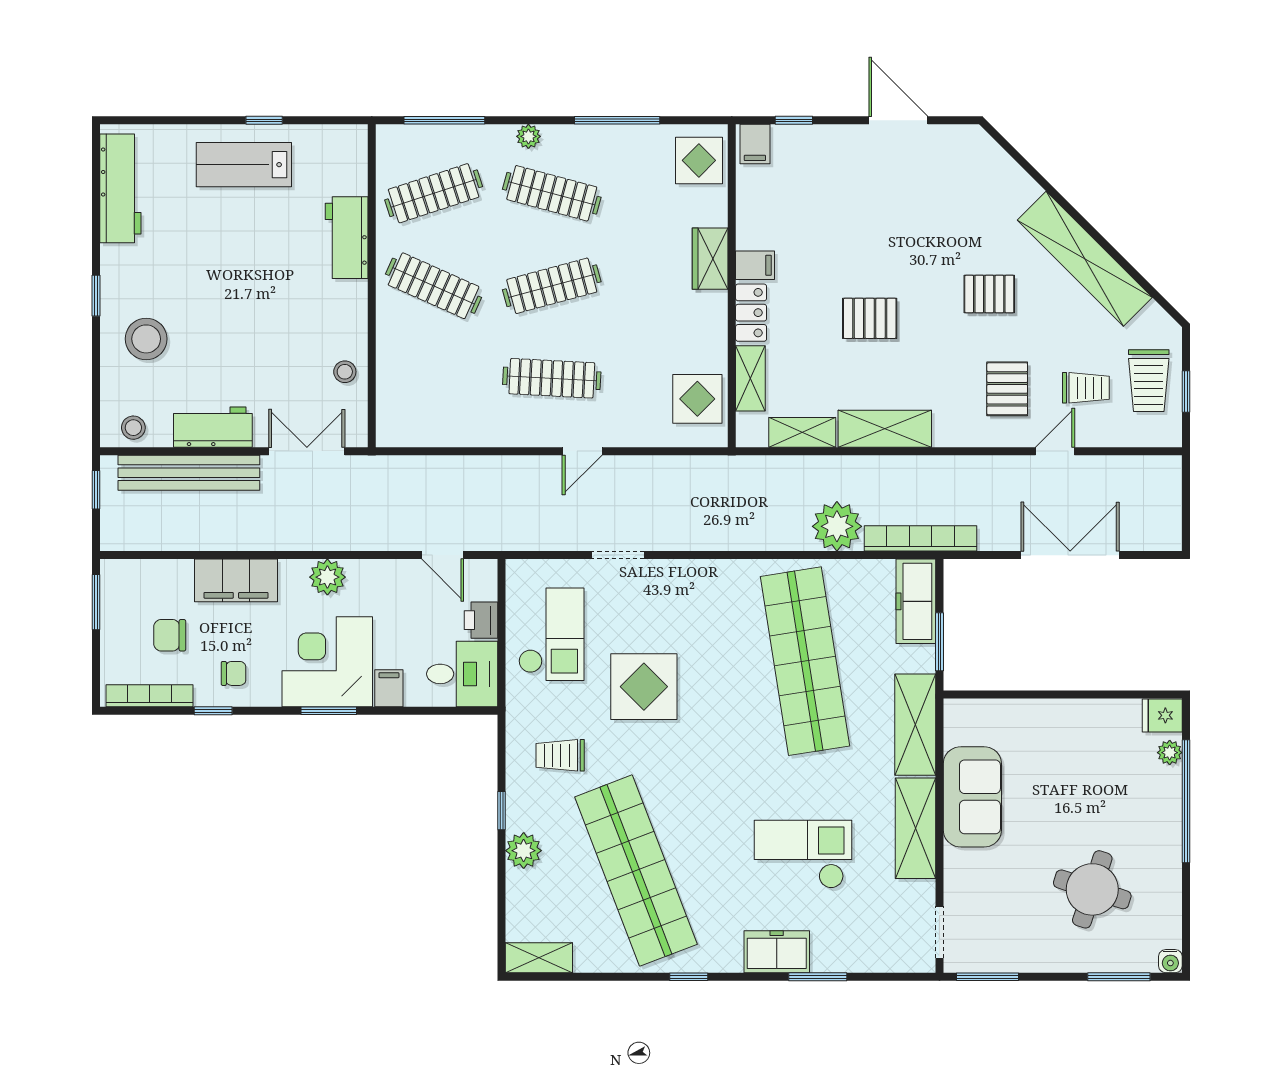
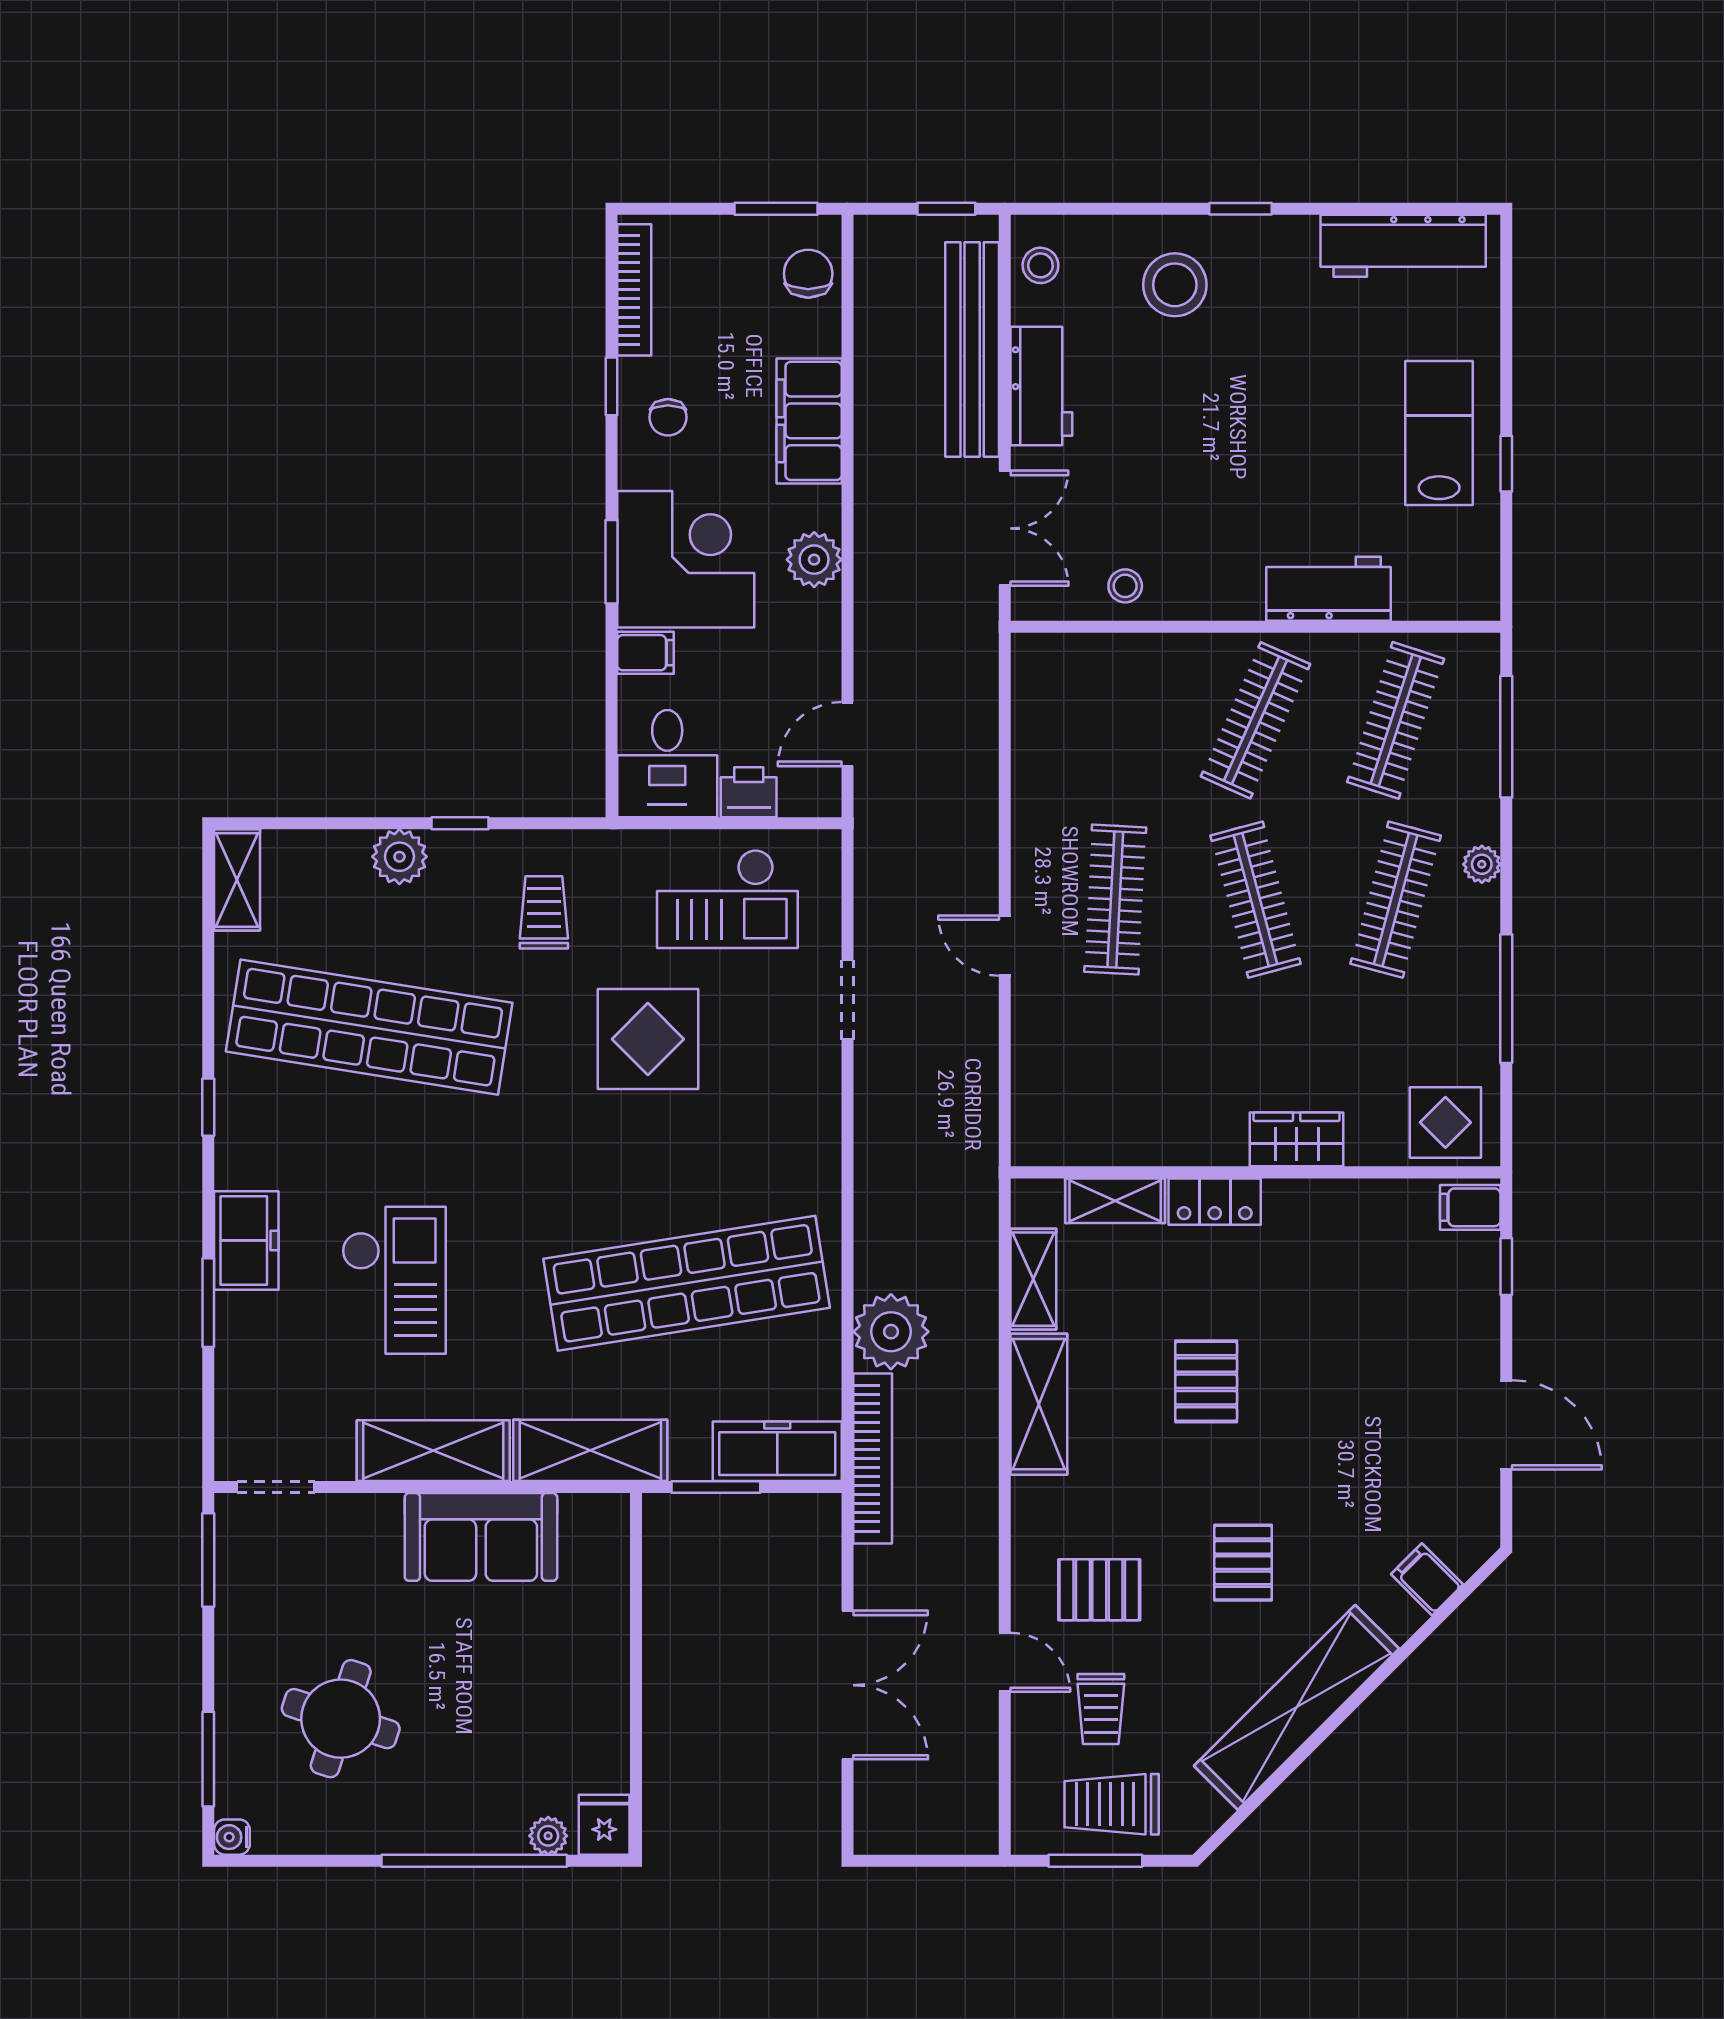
door: (898, 120) -> (1506, 1425), hinge flipped
clothes rail: (434, 193) -> (1396, 720), turned 36
filing cabinet: (755, 265) -> (1427, 1579), moved, turned 135
window: (1186, 391) -> (1095, 1861), width x1.50
display table: (697, 399) -> (1084, 1120), removed
chair: (170, 635) -> (808, 274), moved
shop shelf: (636, 871) -> (369, 1027), turned 30

